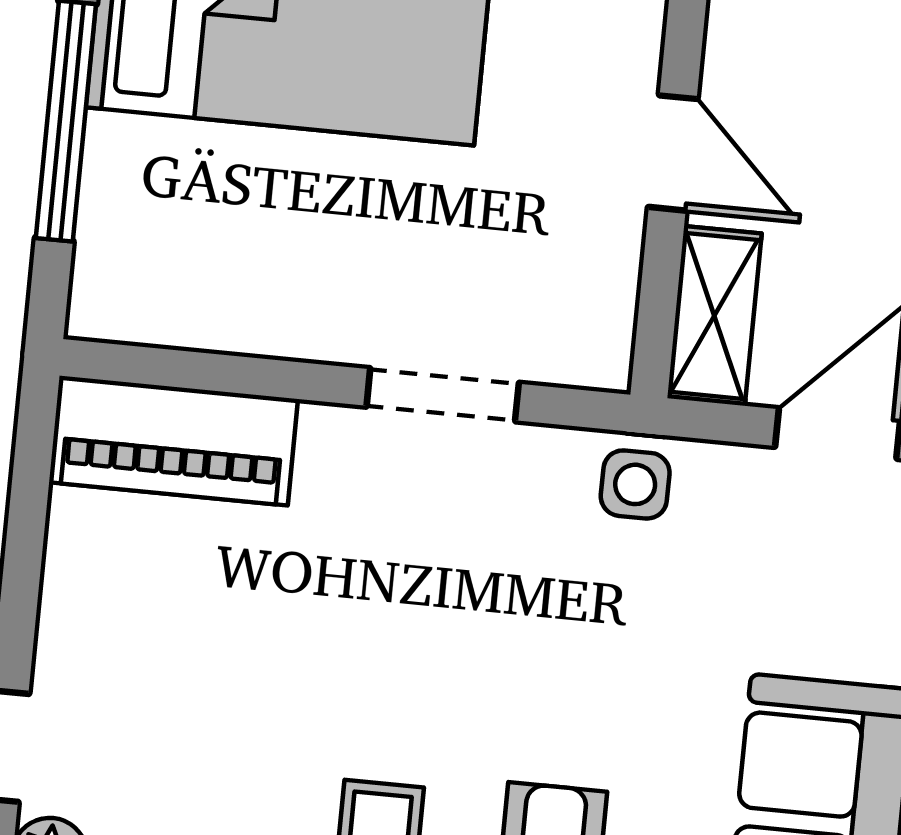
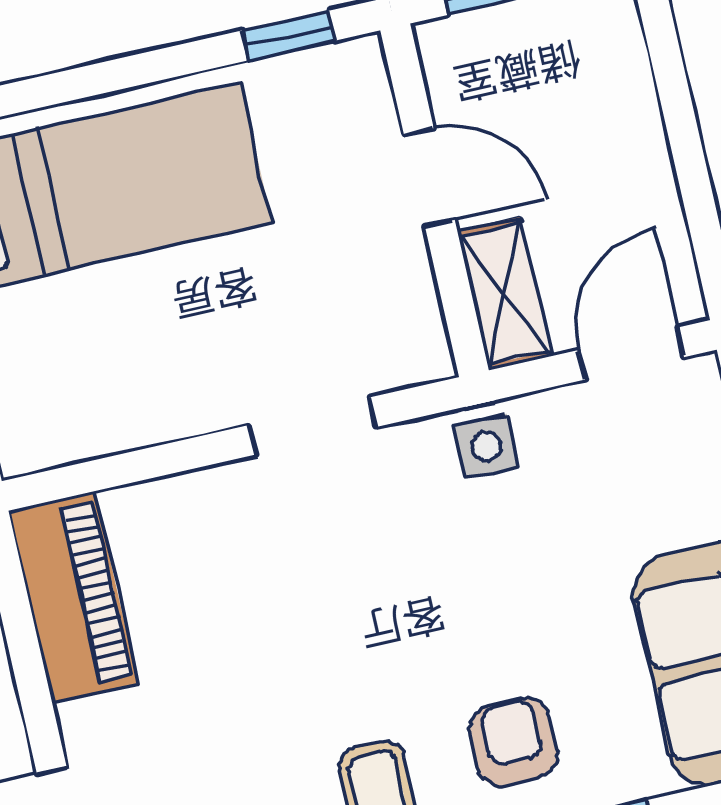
piano: (173, 441) -> (73, 597), moved, turned -90

